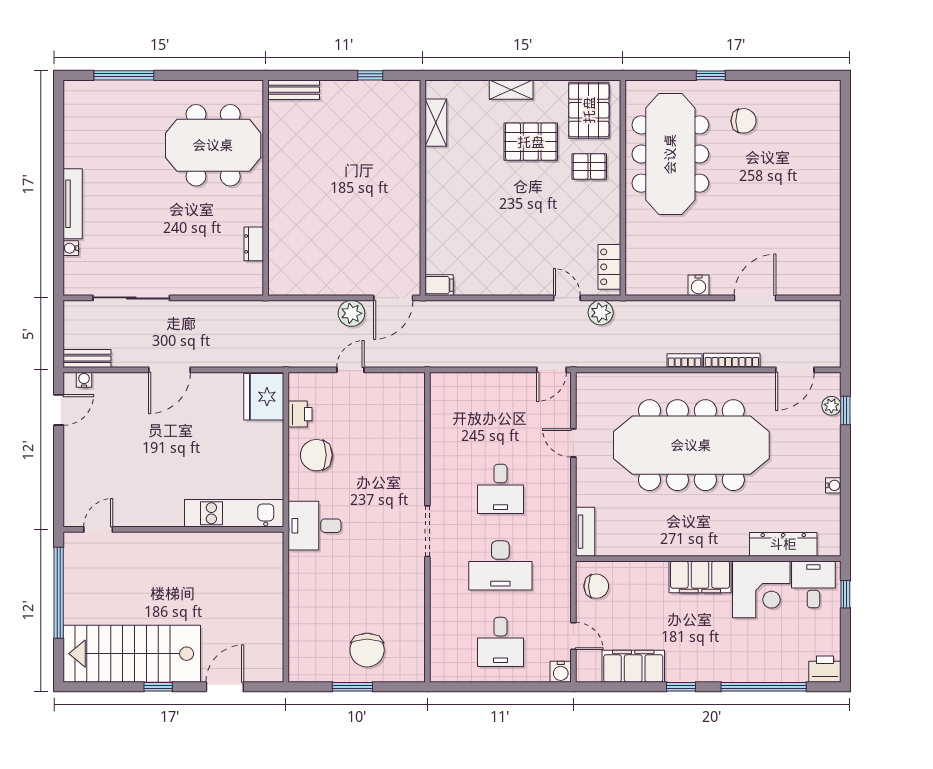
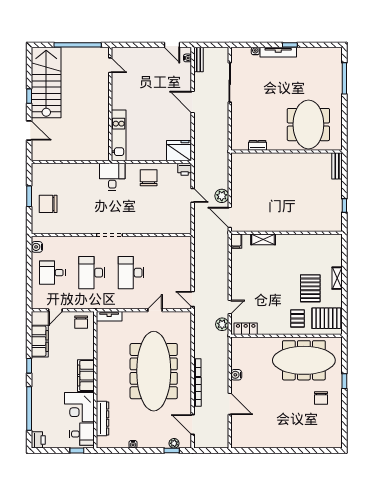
shelving: (436, 123) -> (263, 239), moved
window: (59, 181) -> (290, 45), added
printer: (300, 414) -> (185, 169), moved
desk: (500, 489) -> (131, 273), width x1.37
water cooler: (561, 672) -> (37, 247), moved

